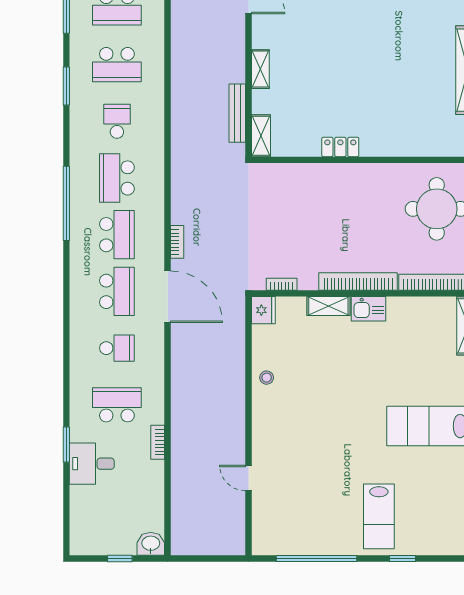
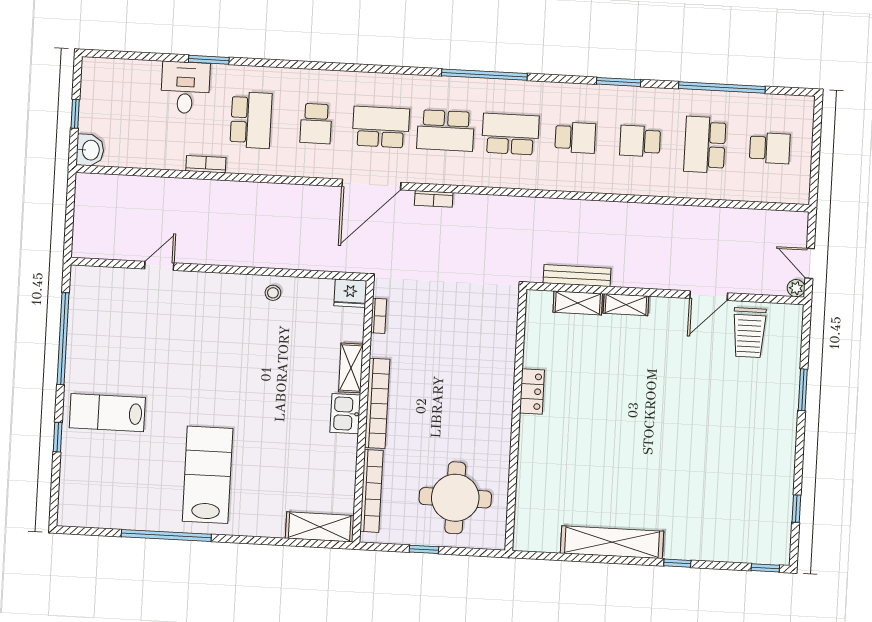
school desk: (117, 65) -> (640, 141), width x0.54
shelving: (261, 136) -> (578, 303), moved
school desk: (117, 291) -> (381, 127), turned 180

